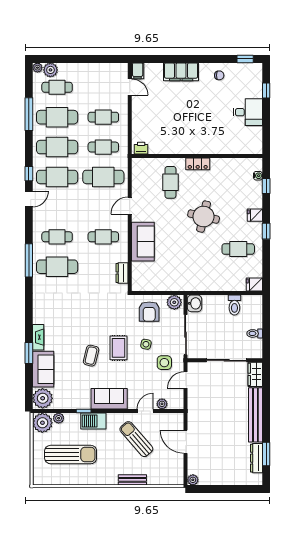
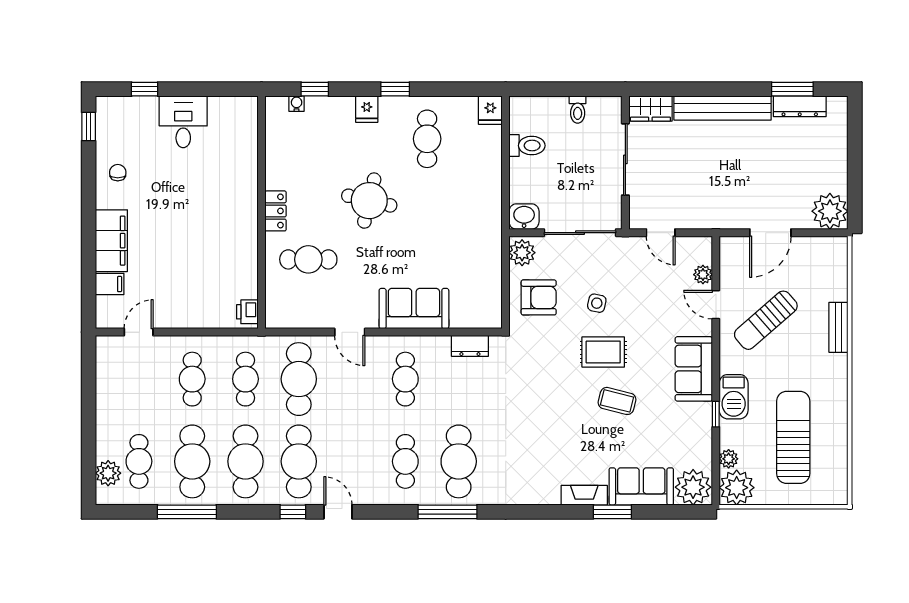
plant: (37, 68) -> (104, 496), removed
filing cabinet: (138, 71) -> (110, 284), moved
side table: (164, 363) -> (629, 270), removed
plant: (193, 480) -> (830, 211), width x1.88, depth x1.88

